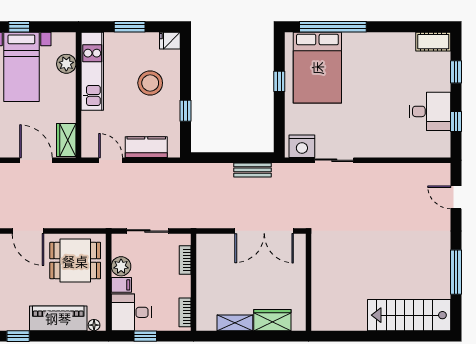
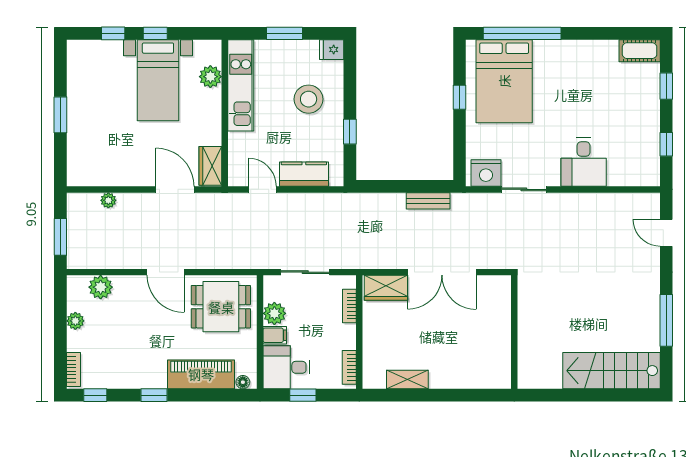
desk: (430, 111) -> (584, 162), moved, turned 90
wall: (308, 282) -> (514, 332), moved
wardrobe: (272, 320) -> (386, 288), moved, turned 180

